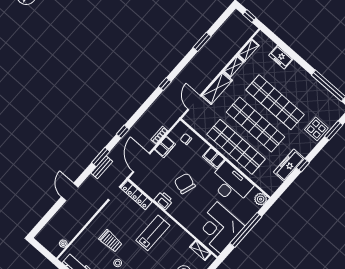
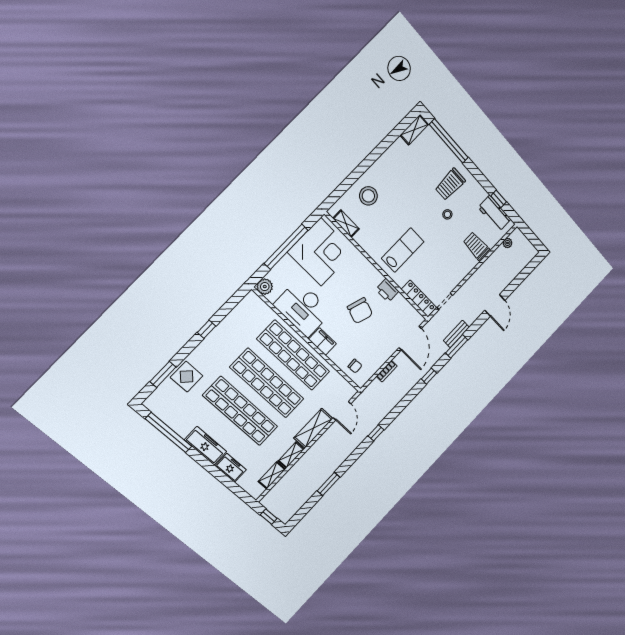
filing cabinet: (165, 147) -> (381, 357), removed
freezer: (289, 165) -> (206, 446), moved, turned -90
lab bench: (153, 233) -> (403, 250), turned 180
trolley: (110, 241) -> (476, 246), moved

